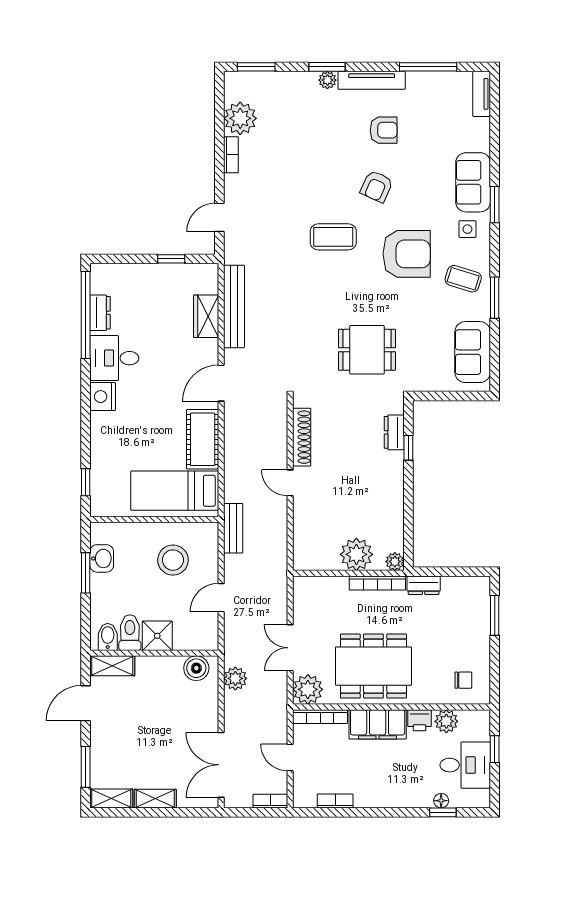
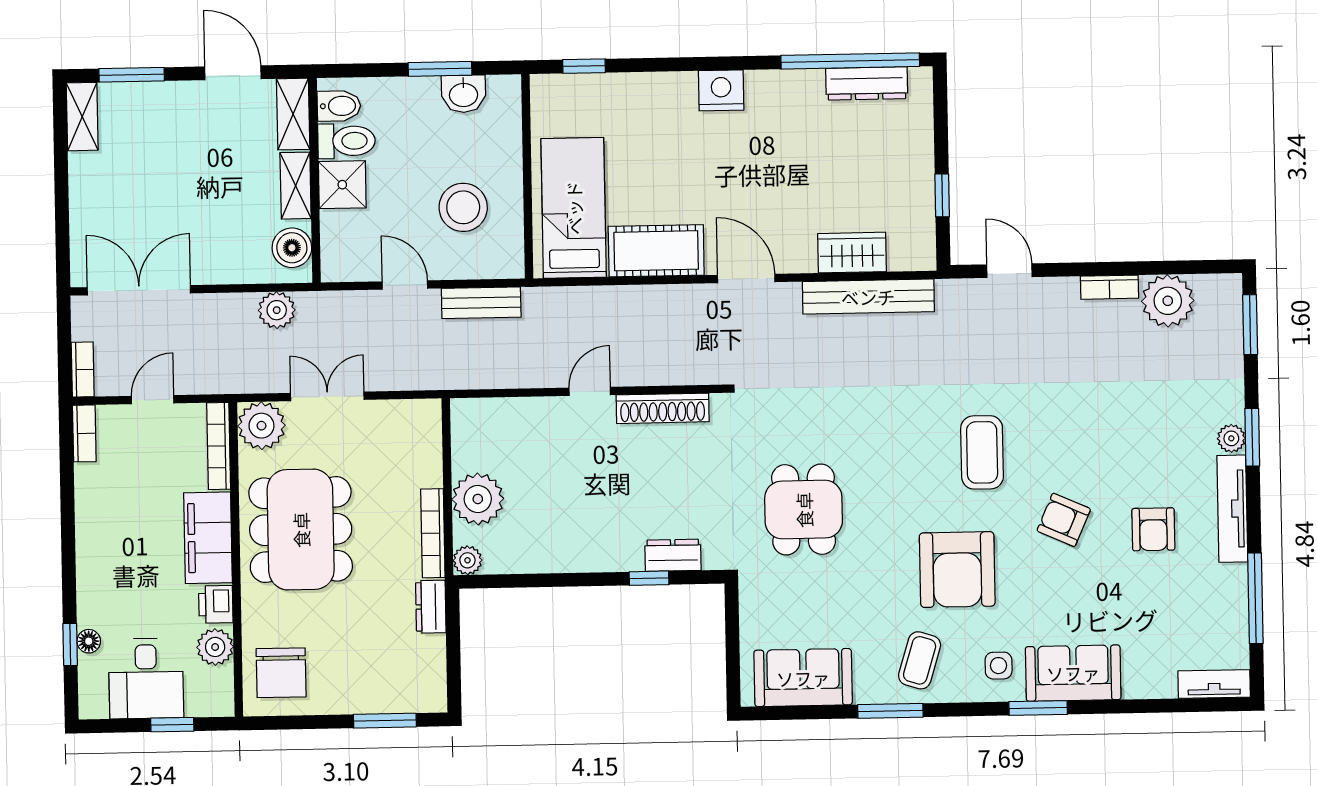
dresser: (100, 313) -> (867, 83), width x1.44
desk: (114, 358) -> (783, 108), removed
bench: (233, 528) -> (481, 303), moved
chair: (463, 680) -> (281, 673), width x1.87, depth x1.87
shelving: (155, 799) -> (296, 186), moved
bookcase: (335, 801) -> (84, 433), moved

